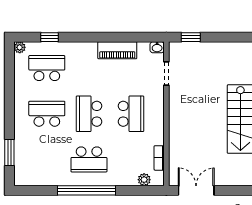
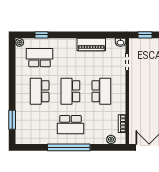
school desk: (47, 114) -> (40, 91), turned -90

